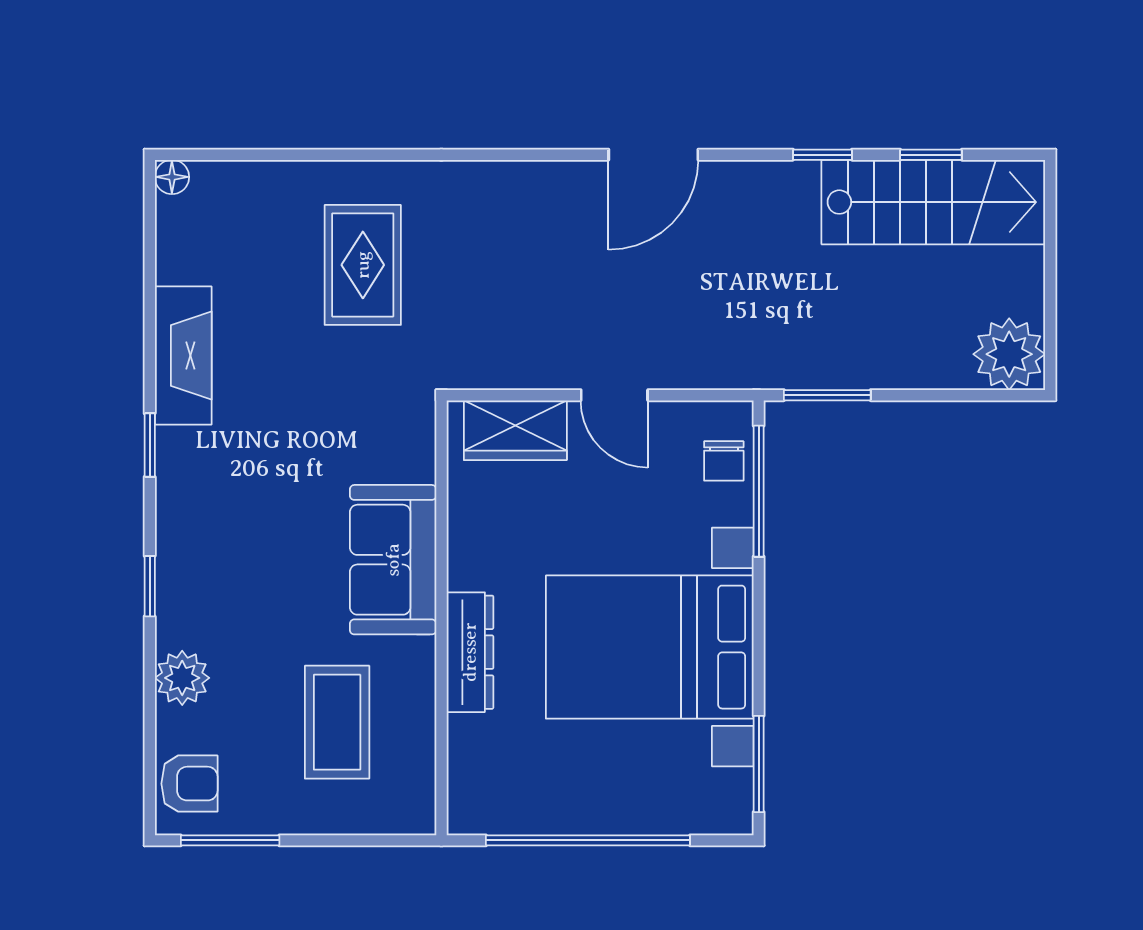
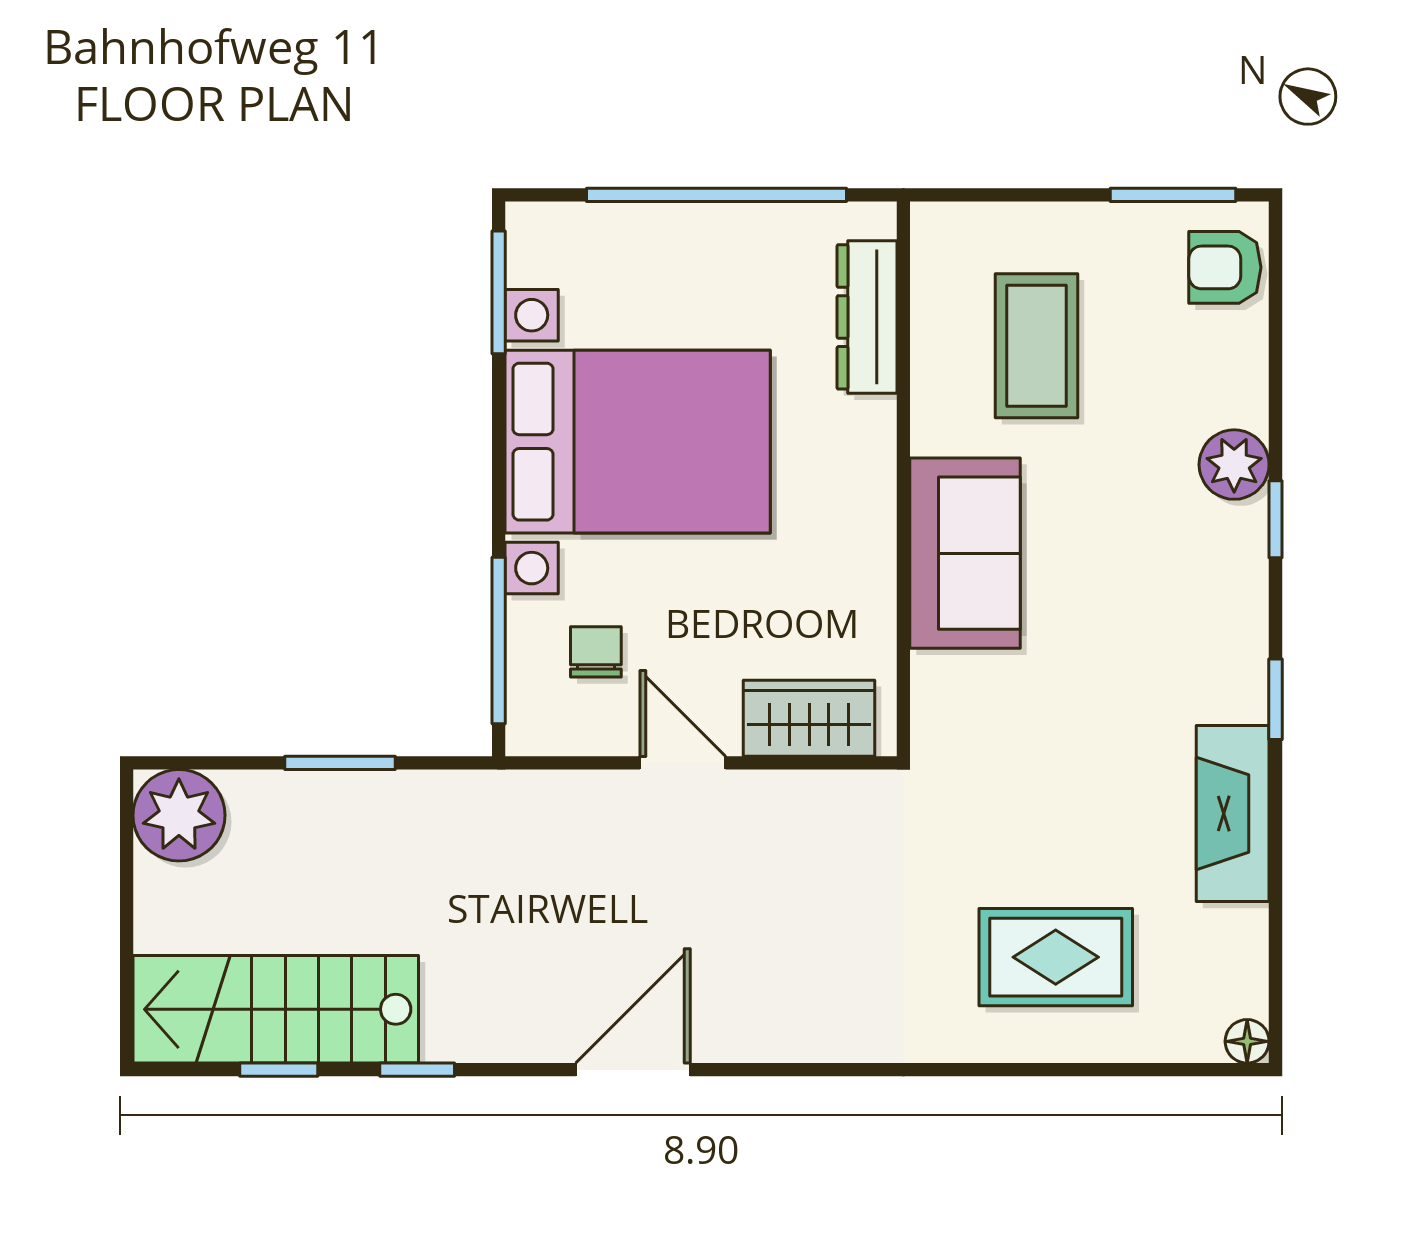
rug: (363, 265) -> (1056, 957), moved, turned 90
window: (827, 395) -> (340, 763), moved
chair: (724, 461) -> (596, 652), moved
dresser: (470, 652) -> (867, 317), moved
plant: (182, 678) -> (1234, 465), moved

